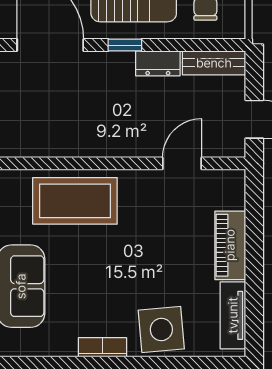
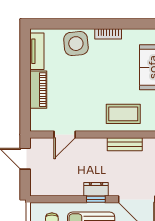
dresser: (158, 63) -> (96, 189), moved
bench: (214, 63) -> (125, 144), moved
coffee table: (75, 201) -> (123, 114), width x0.73, depth x0.76

